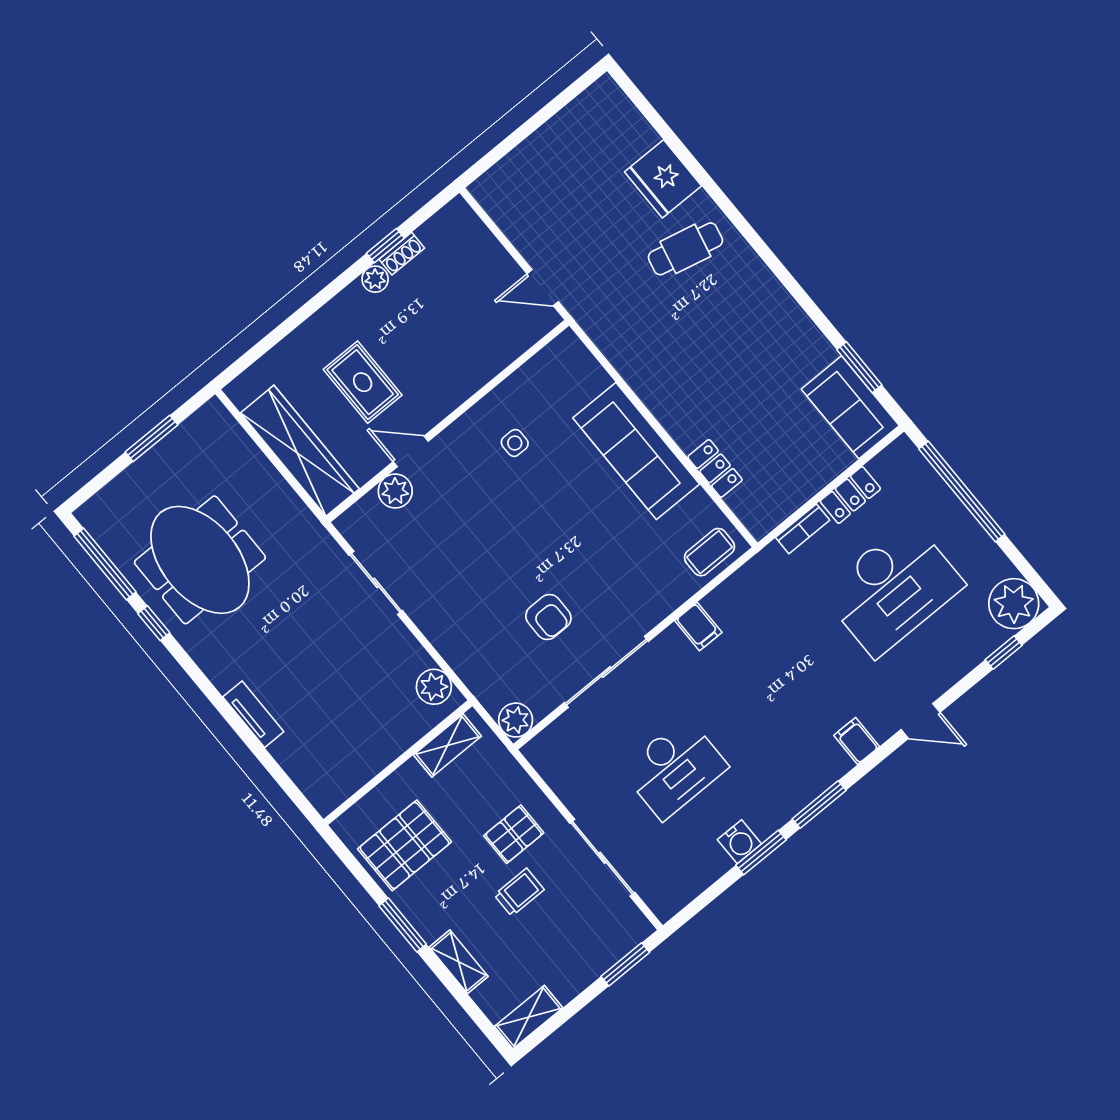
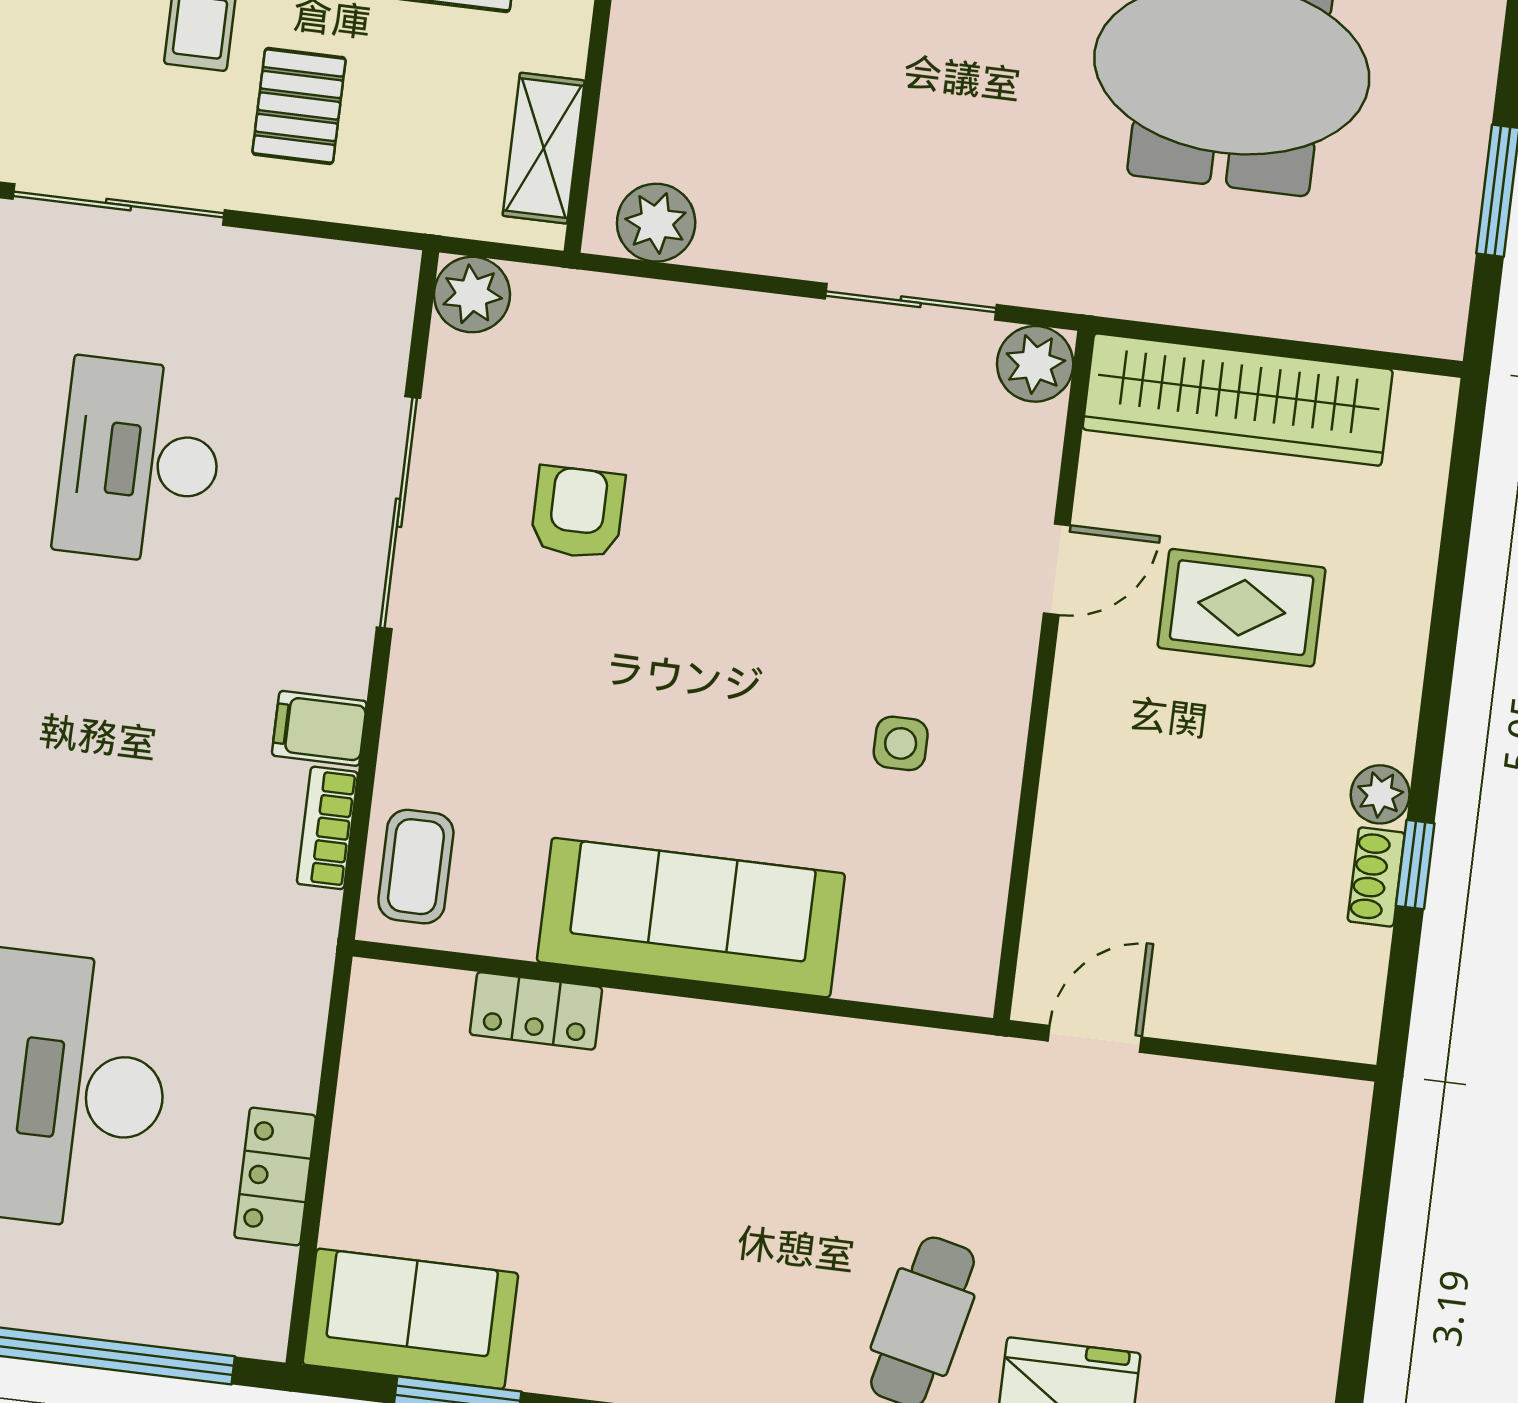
plant: (395, 491) -> (1035, 364), moved
bookcase: (803, 529) -> (327, 828), moved
armchair: (548, 617) -> (578, 513), turned 90

